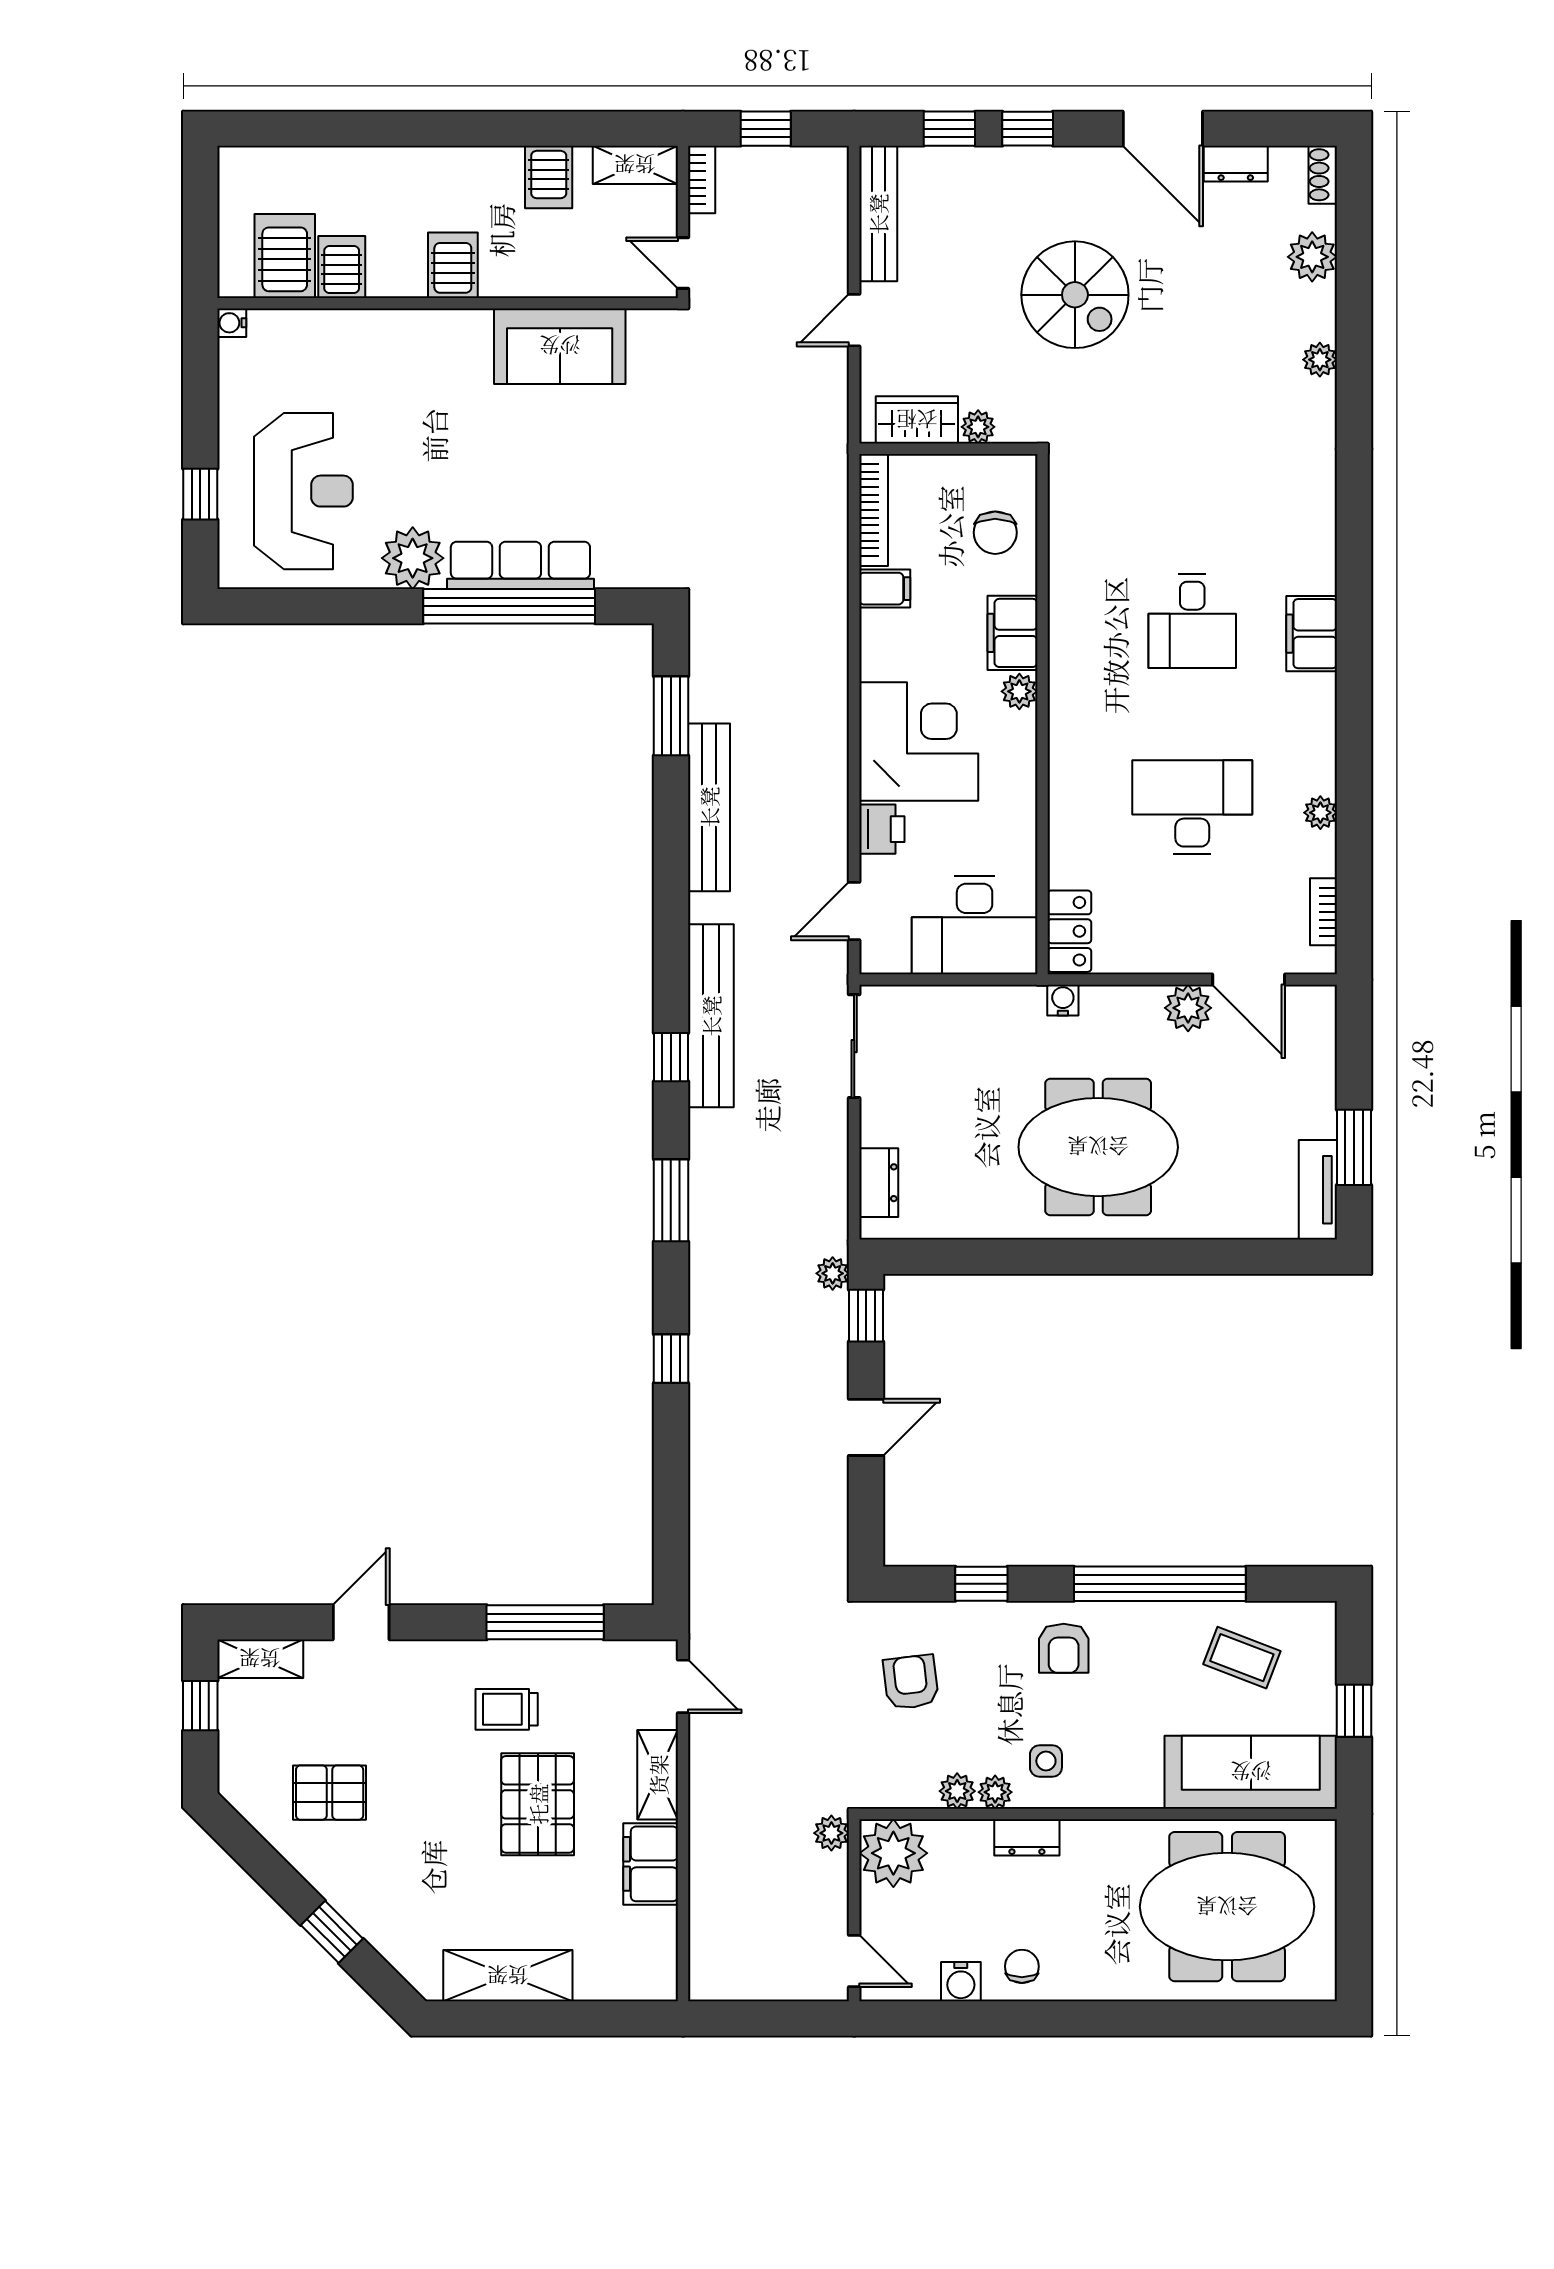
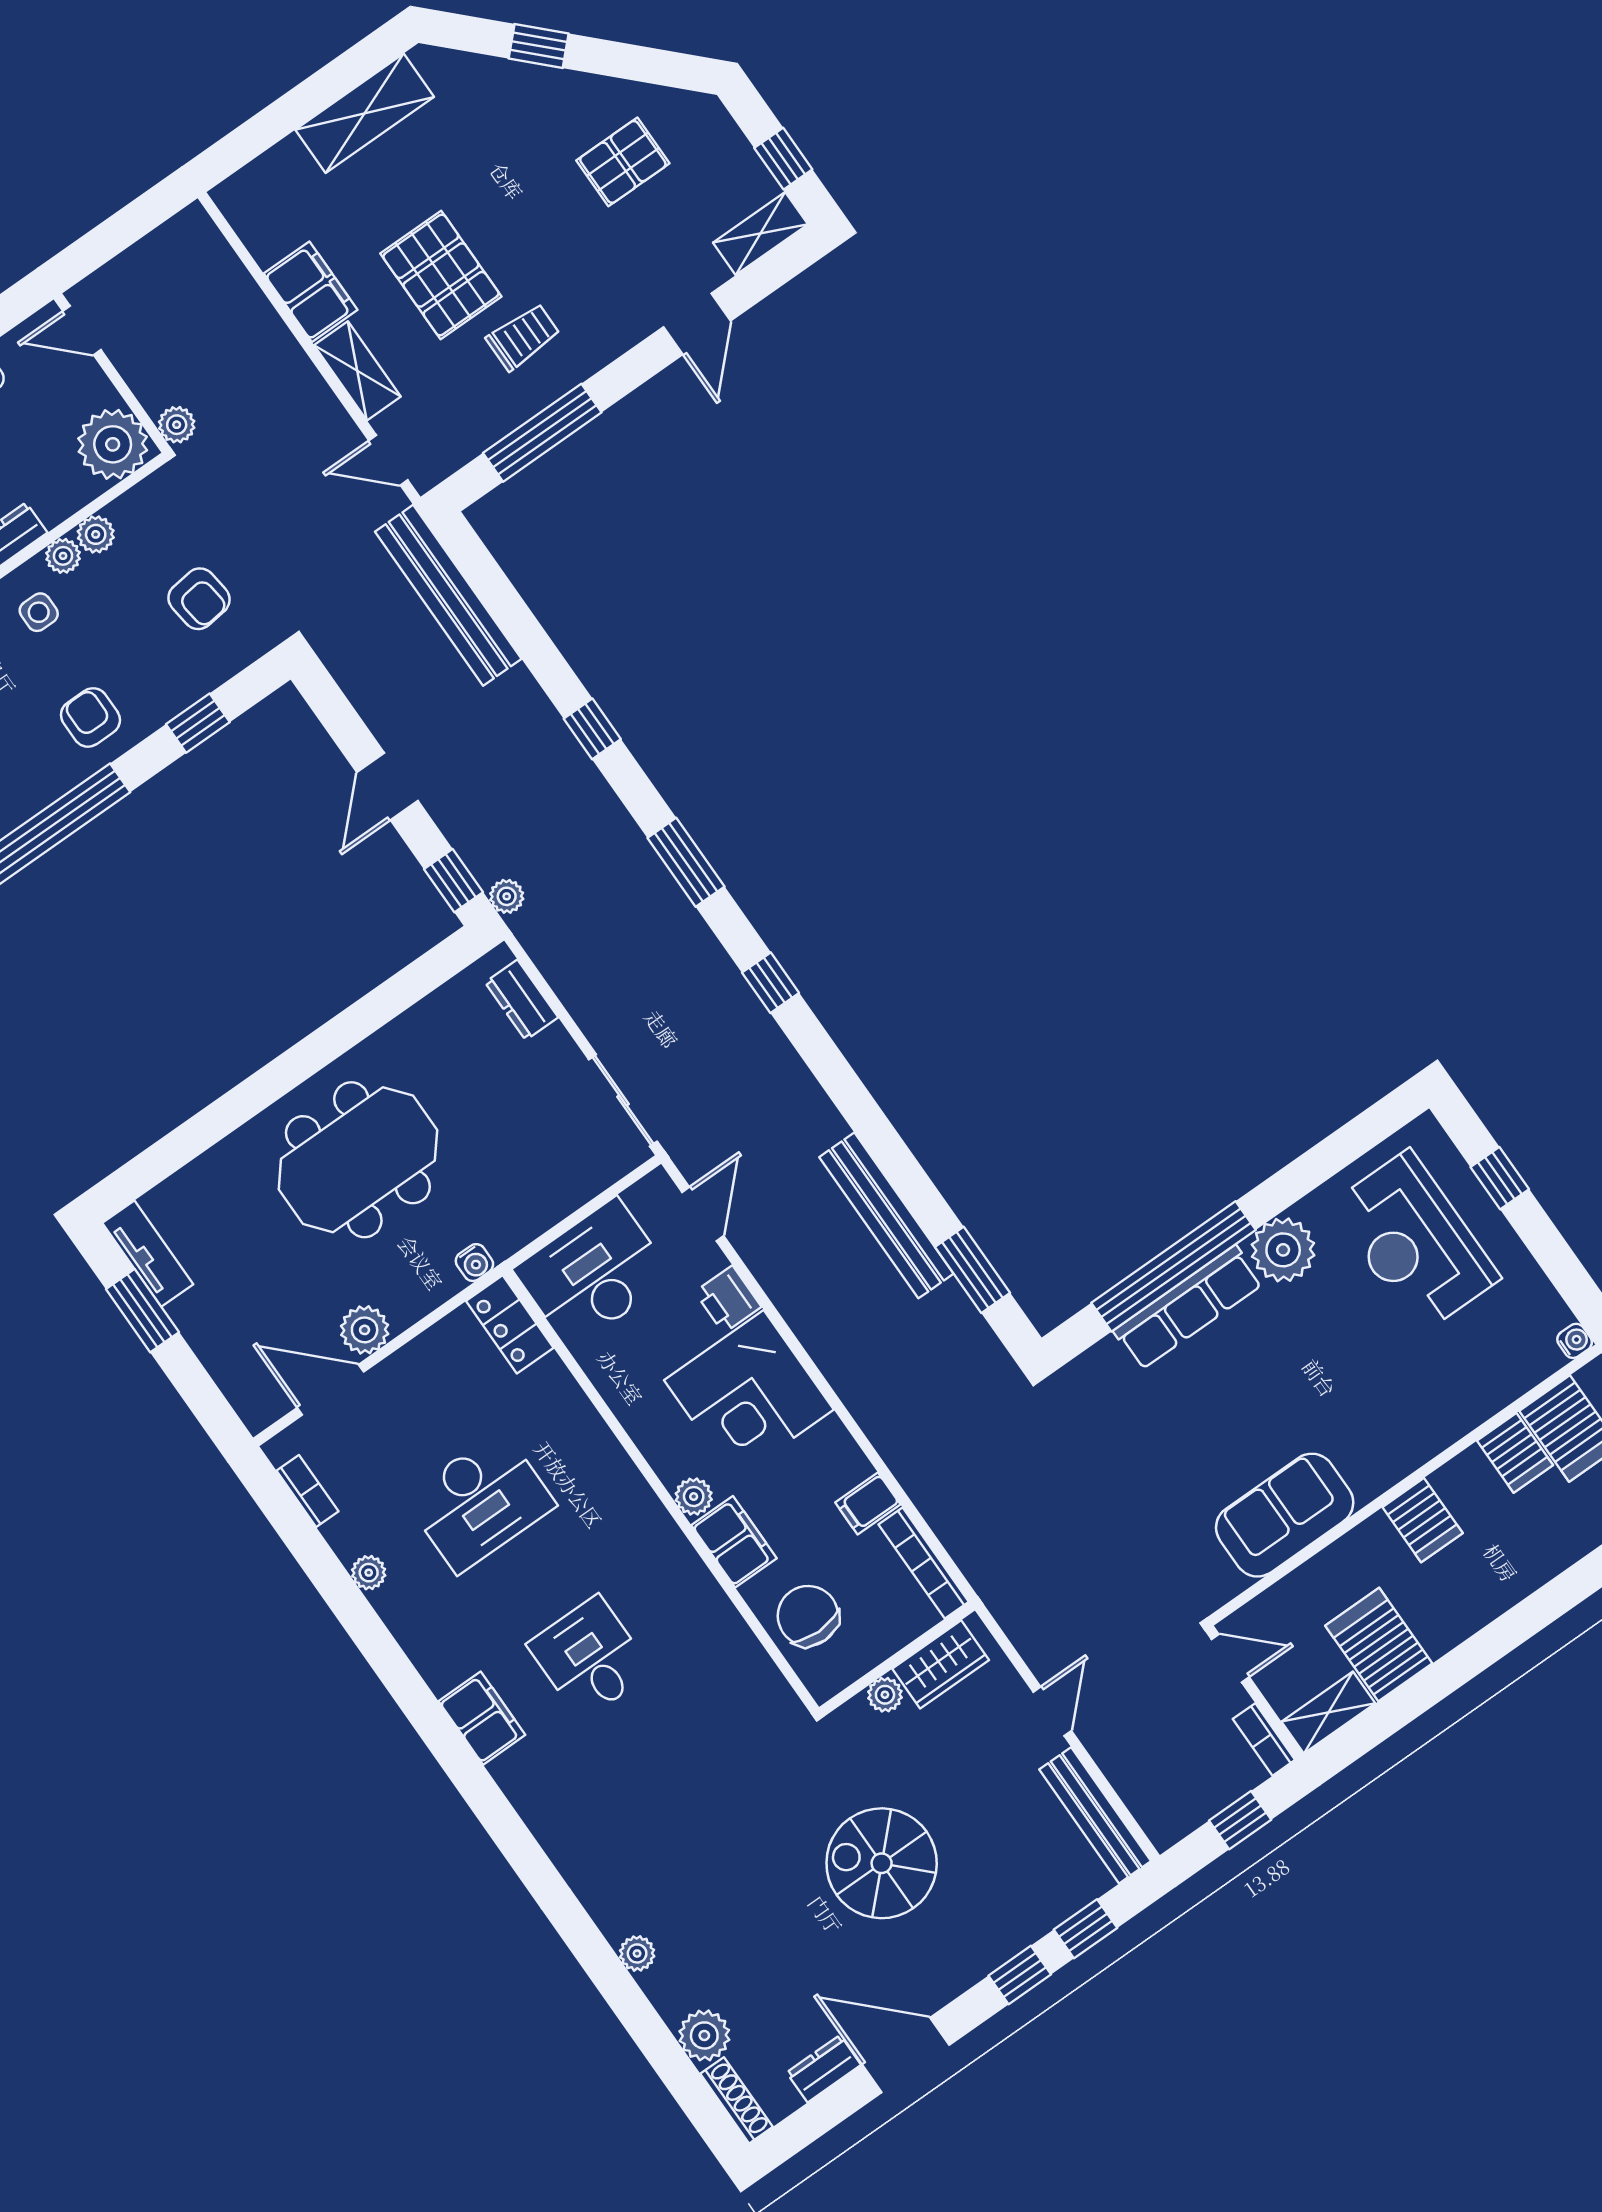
shoe rack: (1323, 175) -> (737, 2100), width x1.43
server rack: (549, 177) -> (1379, 1645), width x1.36, depth x1.44
chair: (995, 533) -> (808, 1616), width x1.37, depth x1.37
bench: (711, 1016) -> (448, 595), moved

